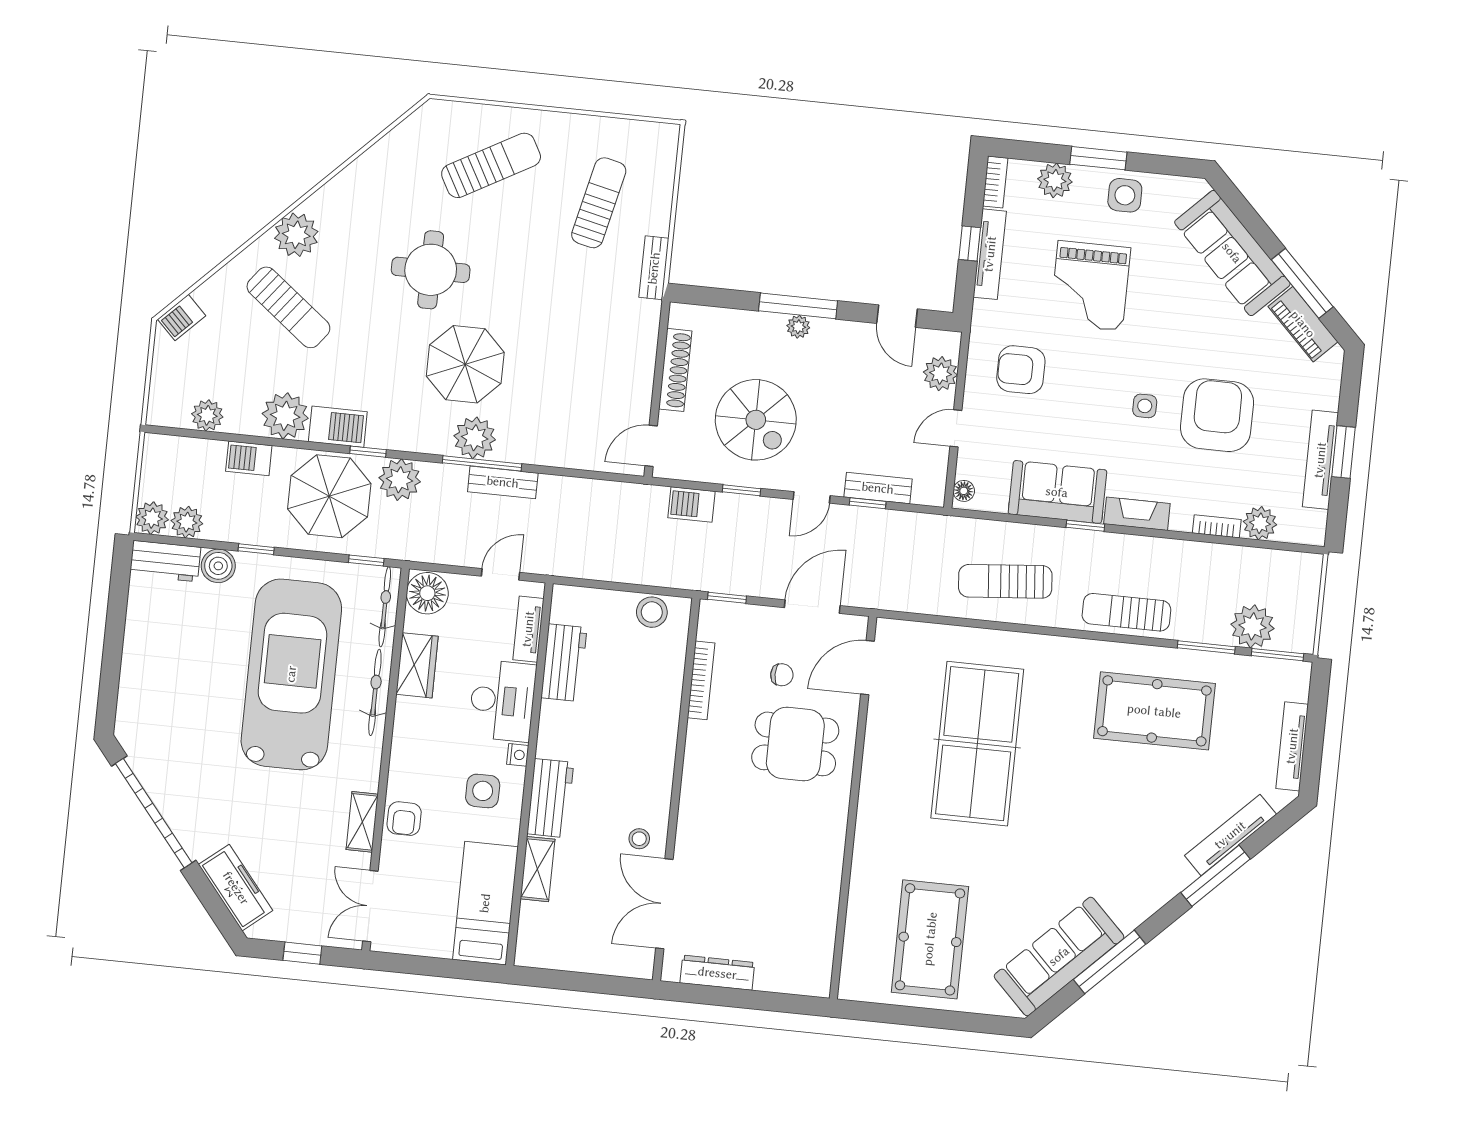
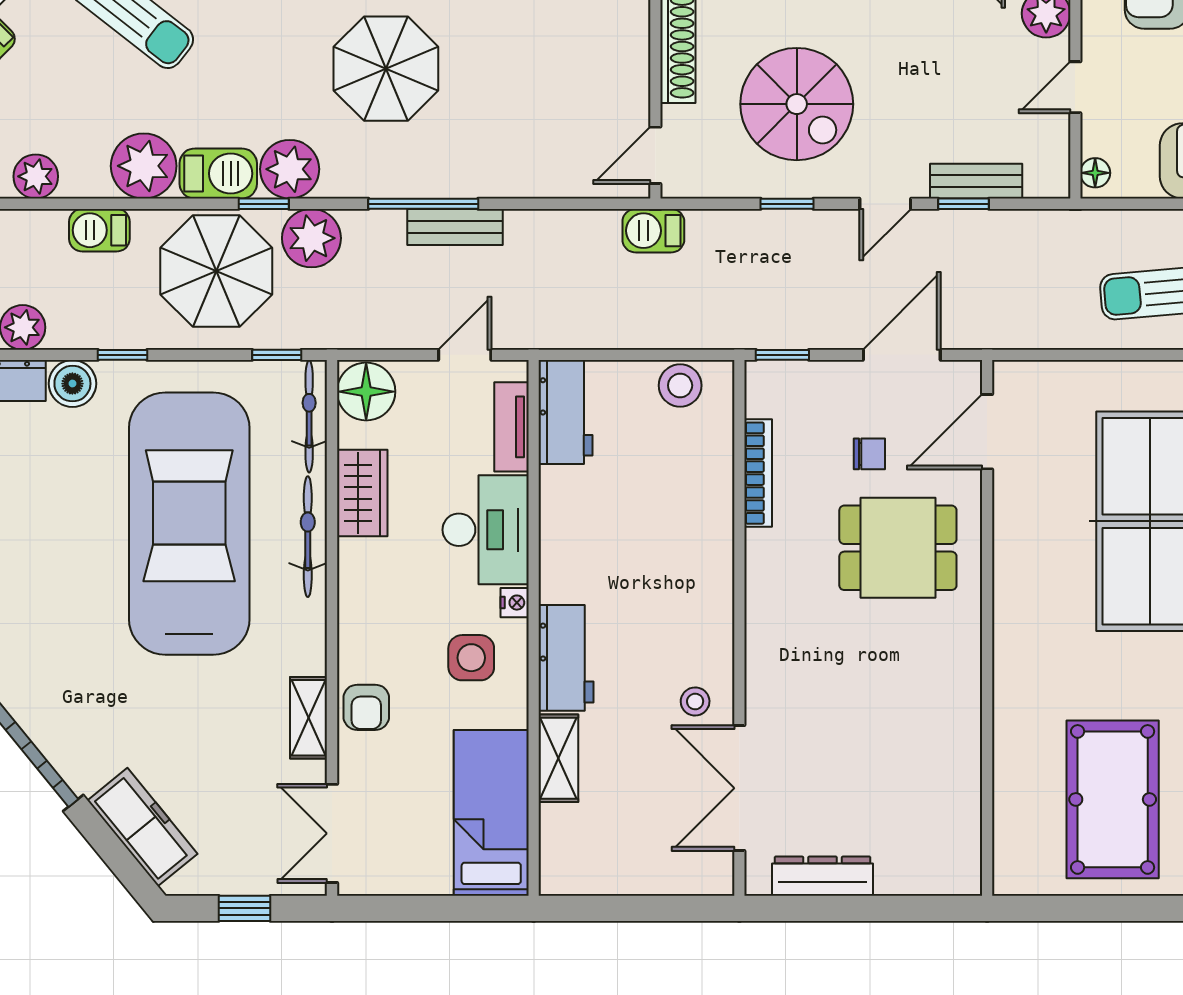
plant: (475, 438) -> (290, 169), moved
barbecue: (692, 504) -> (653, 231), moved
workbench: (564, 663) -> (566, 412), moved

